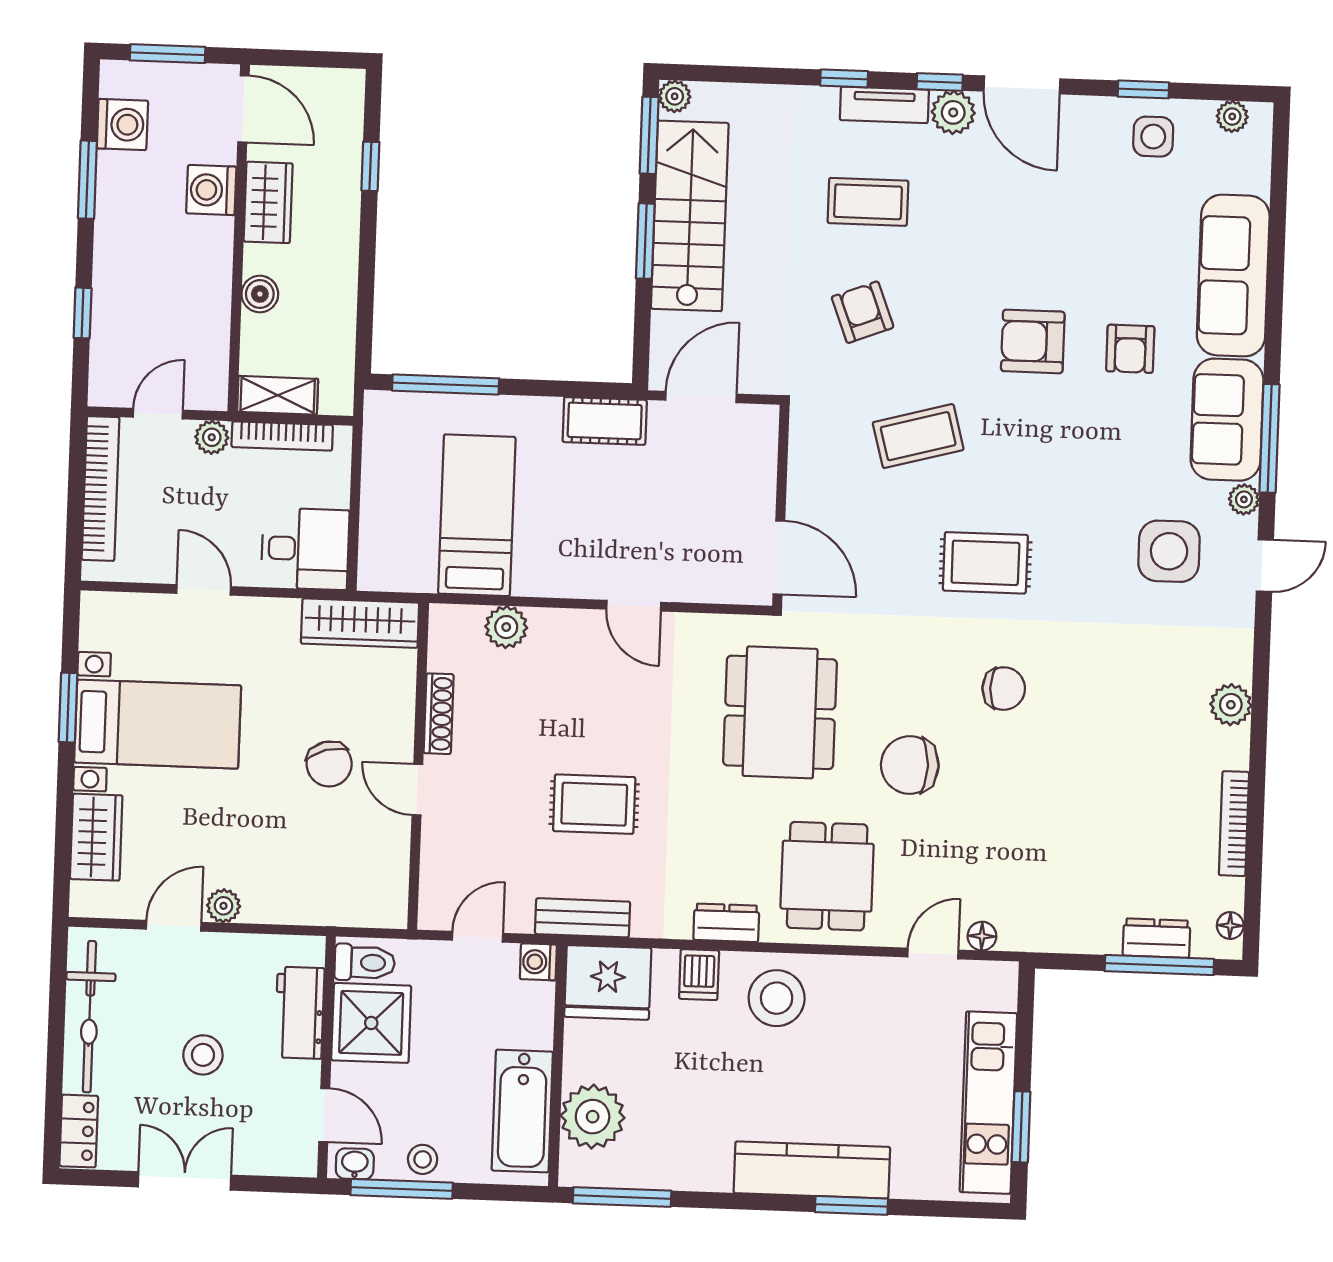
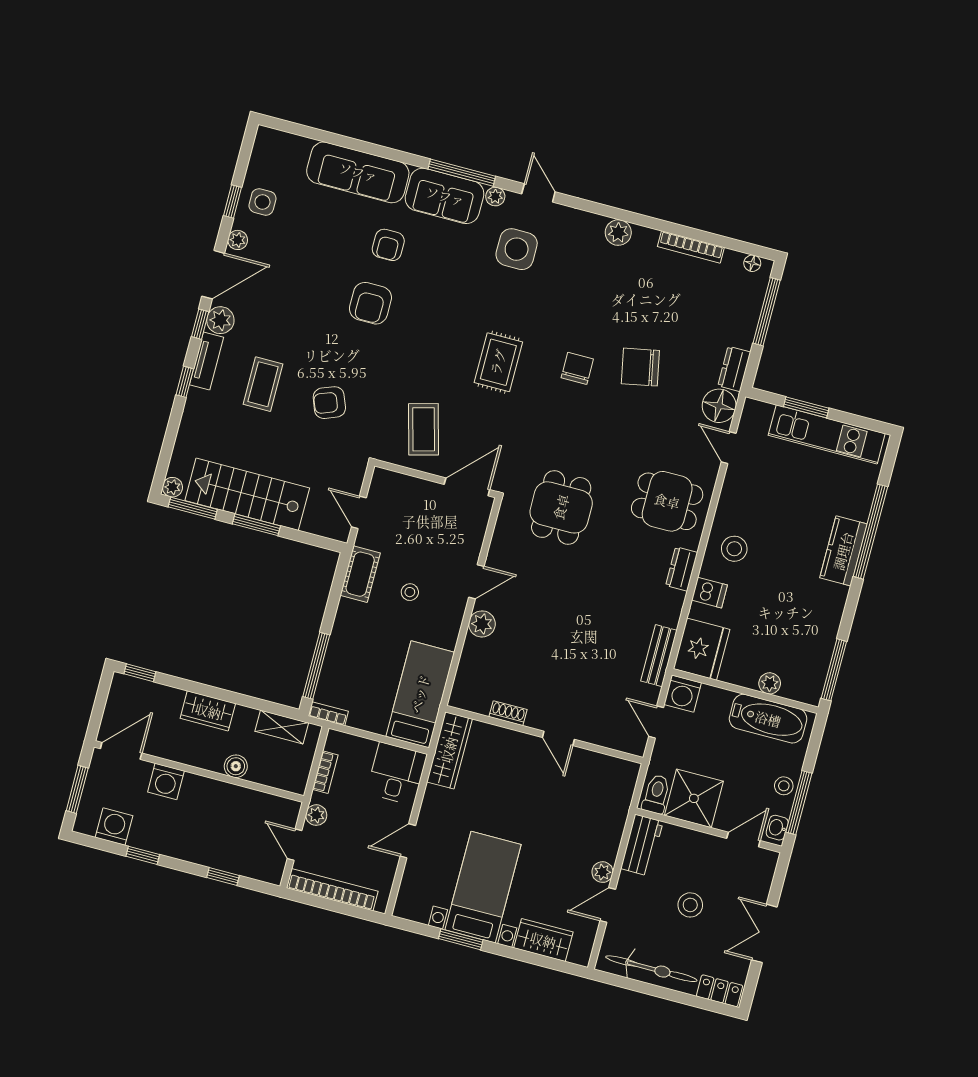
plant: (1232, 117) -> (238, 240), moved
window: (370, 166) -> (140, 673), moved
window: (87, 180) -> (143, 855), width x0.67
wardrobe: (268, 202) -> (208, 711), moved, turned 180
armchair: (1130, 349) -> (388, 245), turned 90
shelving: (278, 395) -> (282, 727), moved, turned 90
door: (701, 397) -> (359, 512), width x0.73
bookcase: (375, 420) -> (328, 714), added
bookcase: (282, 436) -> (325, 772), width x0.64
coffee table: (918, 436) -> (424, 429), moved
stool: (594, 505) -> (410, 592), added
bed: (477, 515) -> (420, 694), moved, turned 90
plant: (506, 627) -> (482, 624), moved
dining table: (780, 712) -> (561, 507), width x0.73
shoe rack: (439, 714) -> (508, 713), width x0.70
chair: (329, 764) -> (531, 788), removed
chair: (910, 765) -> (640, 367), moved, turned 79
door: (417, 790) -> (558, 738), hinge flipped
rug: (594, 804) -> (591, 633), removed
door: (174, 926) -> (608, 905), hinge flipped
floor lamp: (982, 936) -> (719, 406), width x1.89, depth x1.89
dresser: (1156, 938) -> (734, 369), moved
washing machine: (538, 962) -> (683, 694), width x1.38, depth x1.38
stool: (777, 998) -> (734, 549), width x0.73, depth x0.73
workbench: (300, 1013) -> (642, 845), moved, turned -90
plant: (593, 1117) -> (770, 683), width x0.53, depth x0.53
window: (1021, 1127) -> (806, 407), moved
kitchen counter: (812, 1170) -> (843, 551), width x0.67
window: (851, 1205) -> (870, 532), width x2.11

